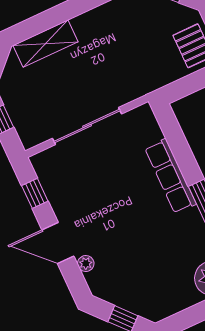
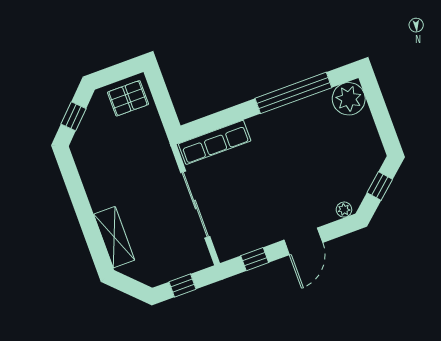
row of seats: (170, 176) -> (215, 142), moved
plant: (86, 264) -> (344, 210), moved

